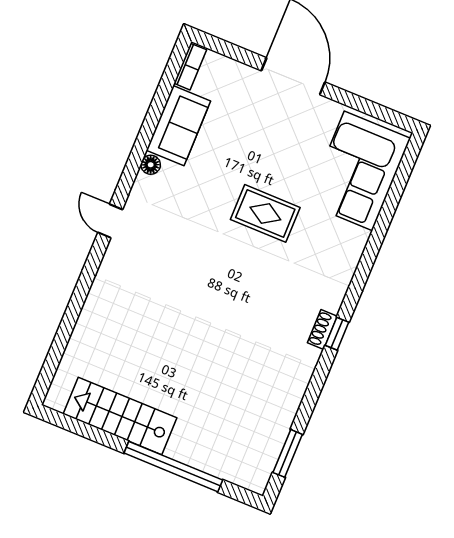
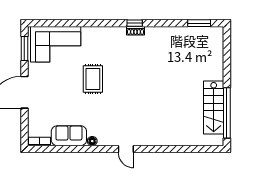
window: (374, 110) -> (24, 49), added
door: (110, 221) -> (126, 149), hinge flipped
window: (173, 467) -> (227, 113), moved

